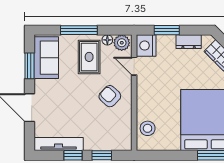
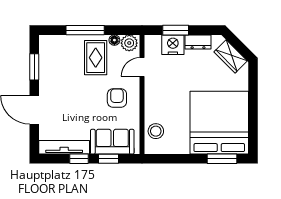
nightstand: (146, 46) -> (173, 45), moved, turned 90
sofa: (46, 58) -> (112, 142), moved, turned -90
door: (134, 66) -> (142, 67), hinge flipped
armchair: (110, 96) -> (117, 98), turned 47

